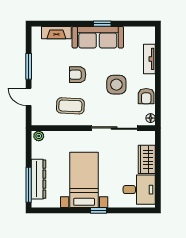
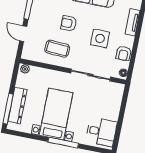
wardrobe: (147, 159) -> (113, 107), removed
window: (99, 210) -> (63, 143), width x2.17

